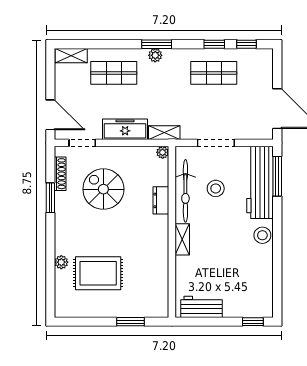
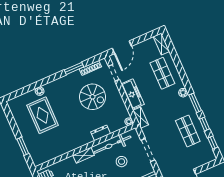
window: (157, 44) -> (195, 103), moved
spiral stairs: (103, 189) -> (93, 97), turned 90

